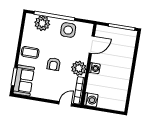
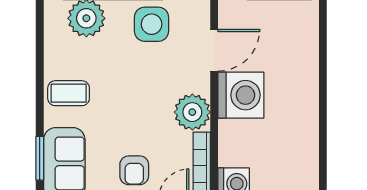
armchair: (54, 64) -> (134, 170), moved
washing machine: (94, 68) -> (241, 95), width x1.89, depth x1.89

